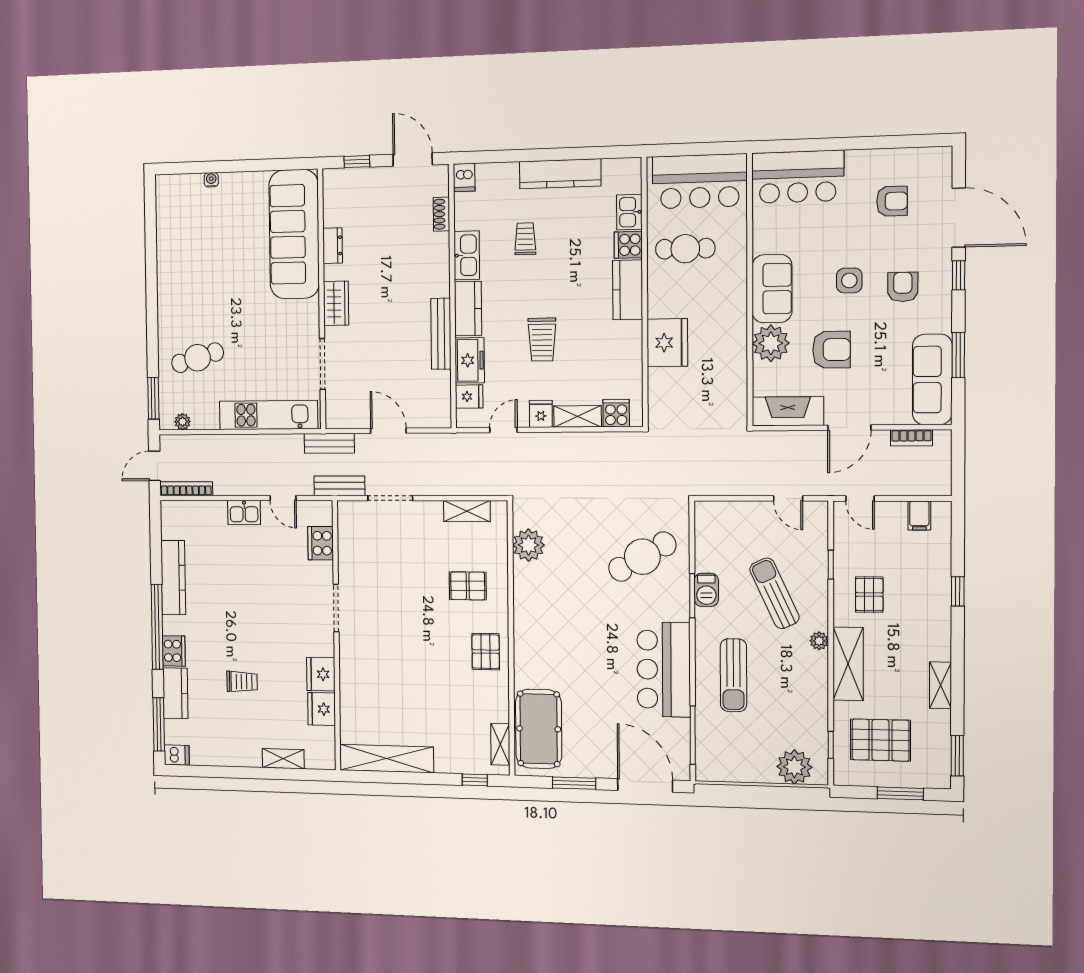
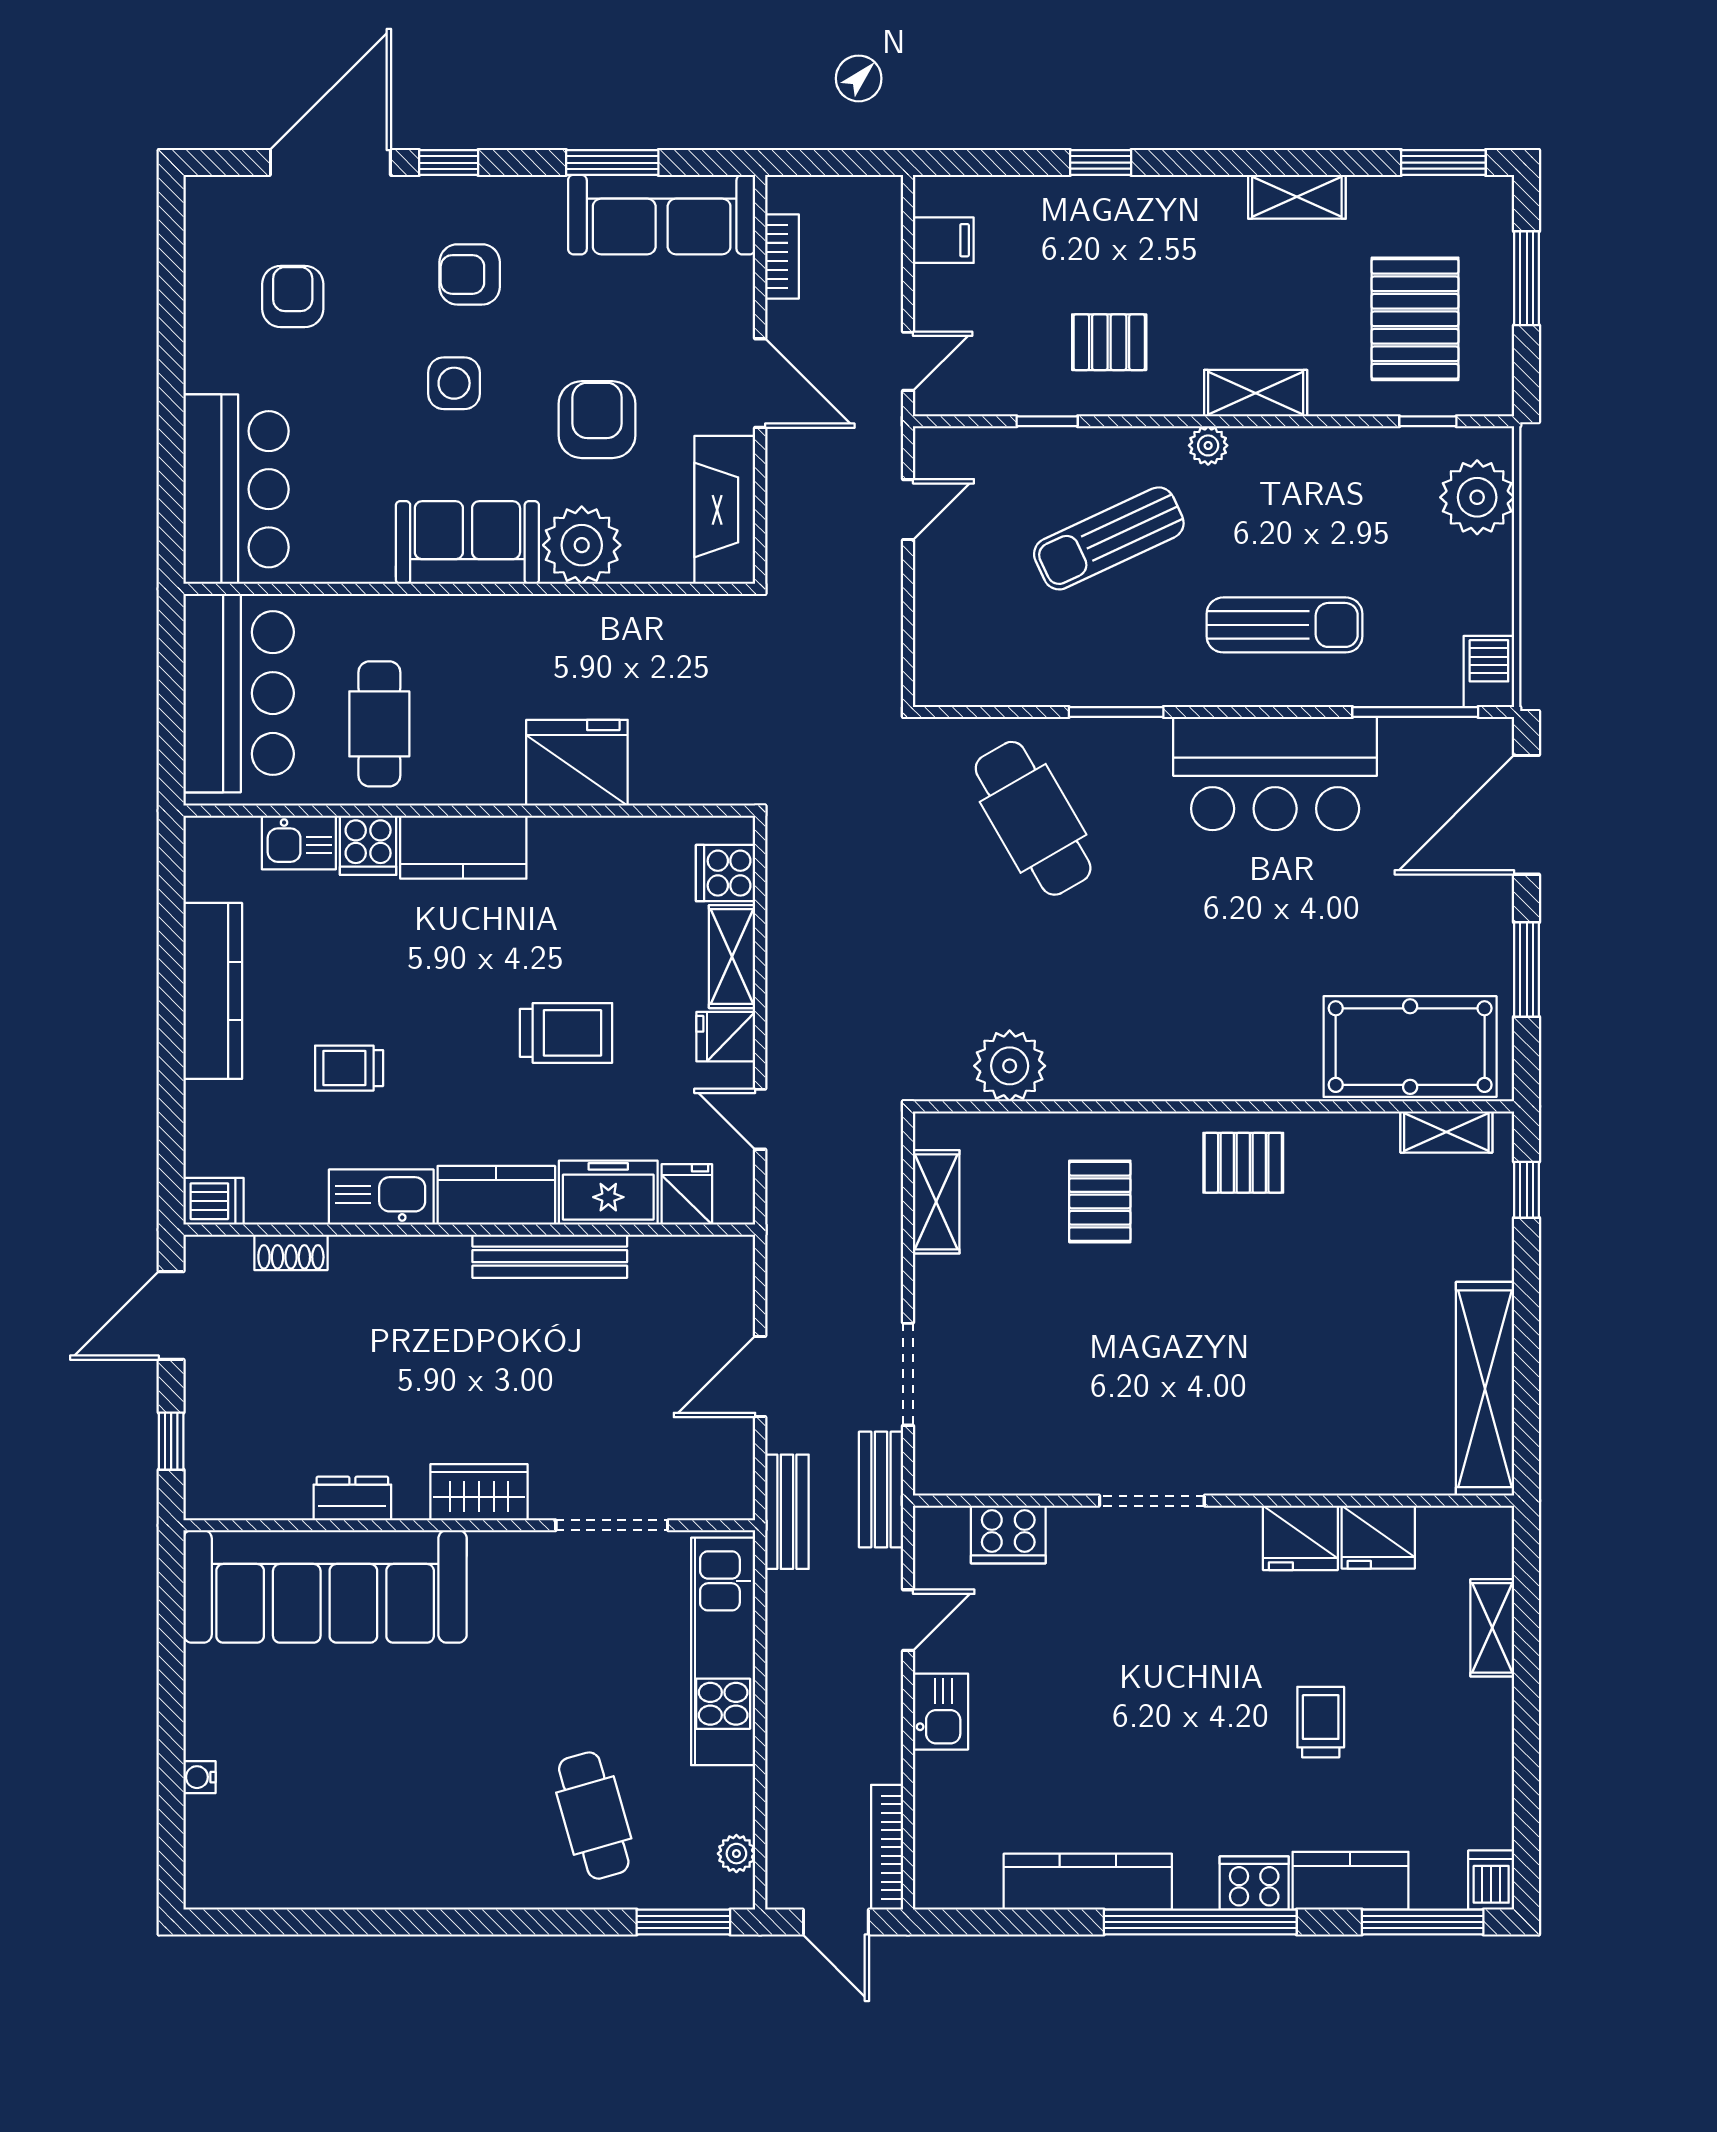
barbecue: (706, 590) -> (1489, 672), moved, turned -90
shelving: (848, 664) -> (1256, 393), width x0.67, depth x0.75

